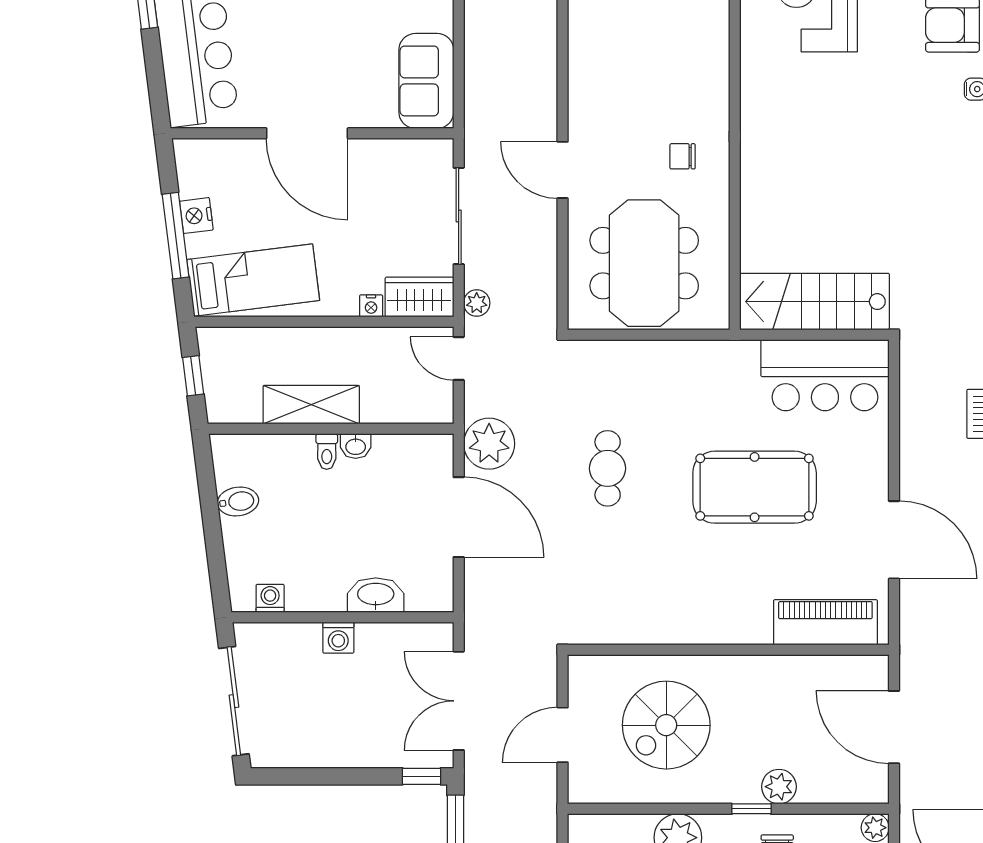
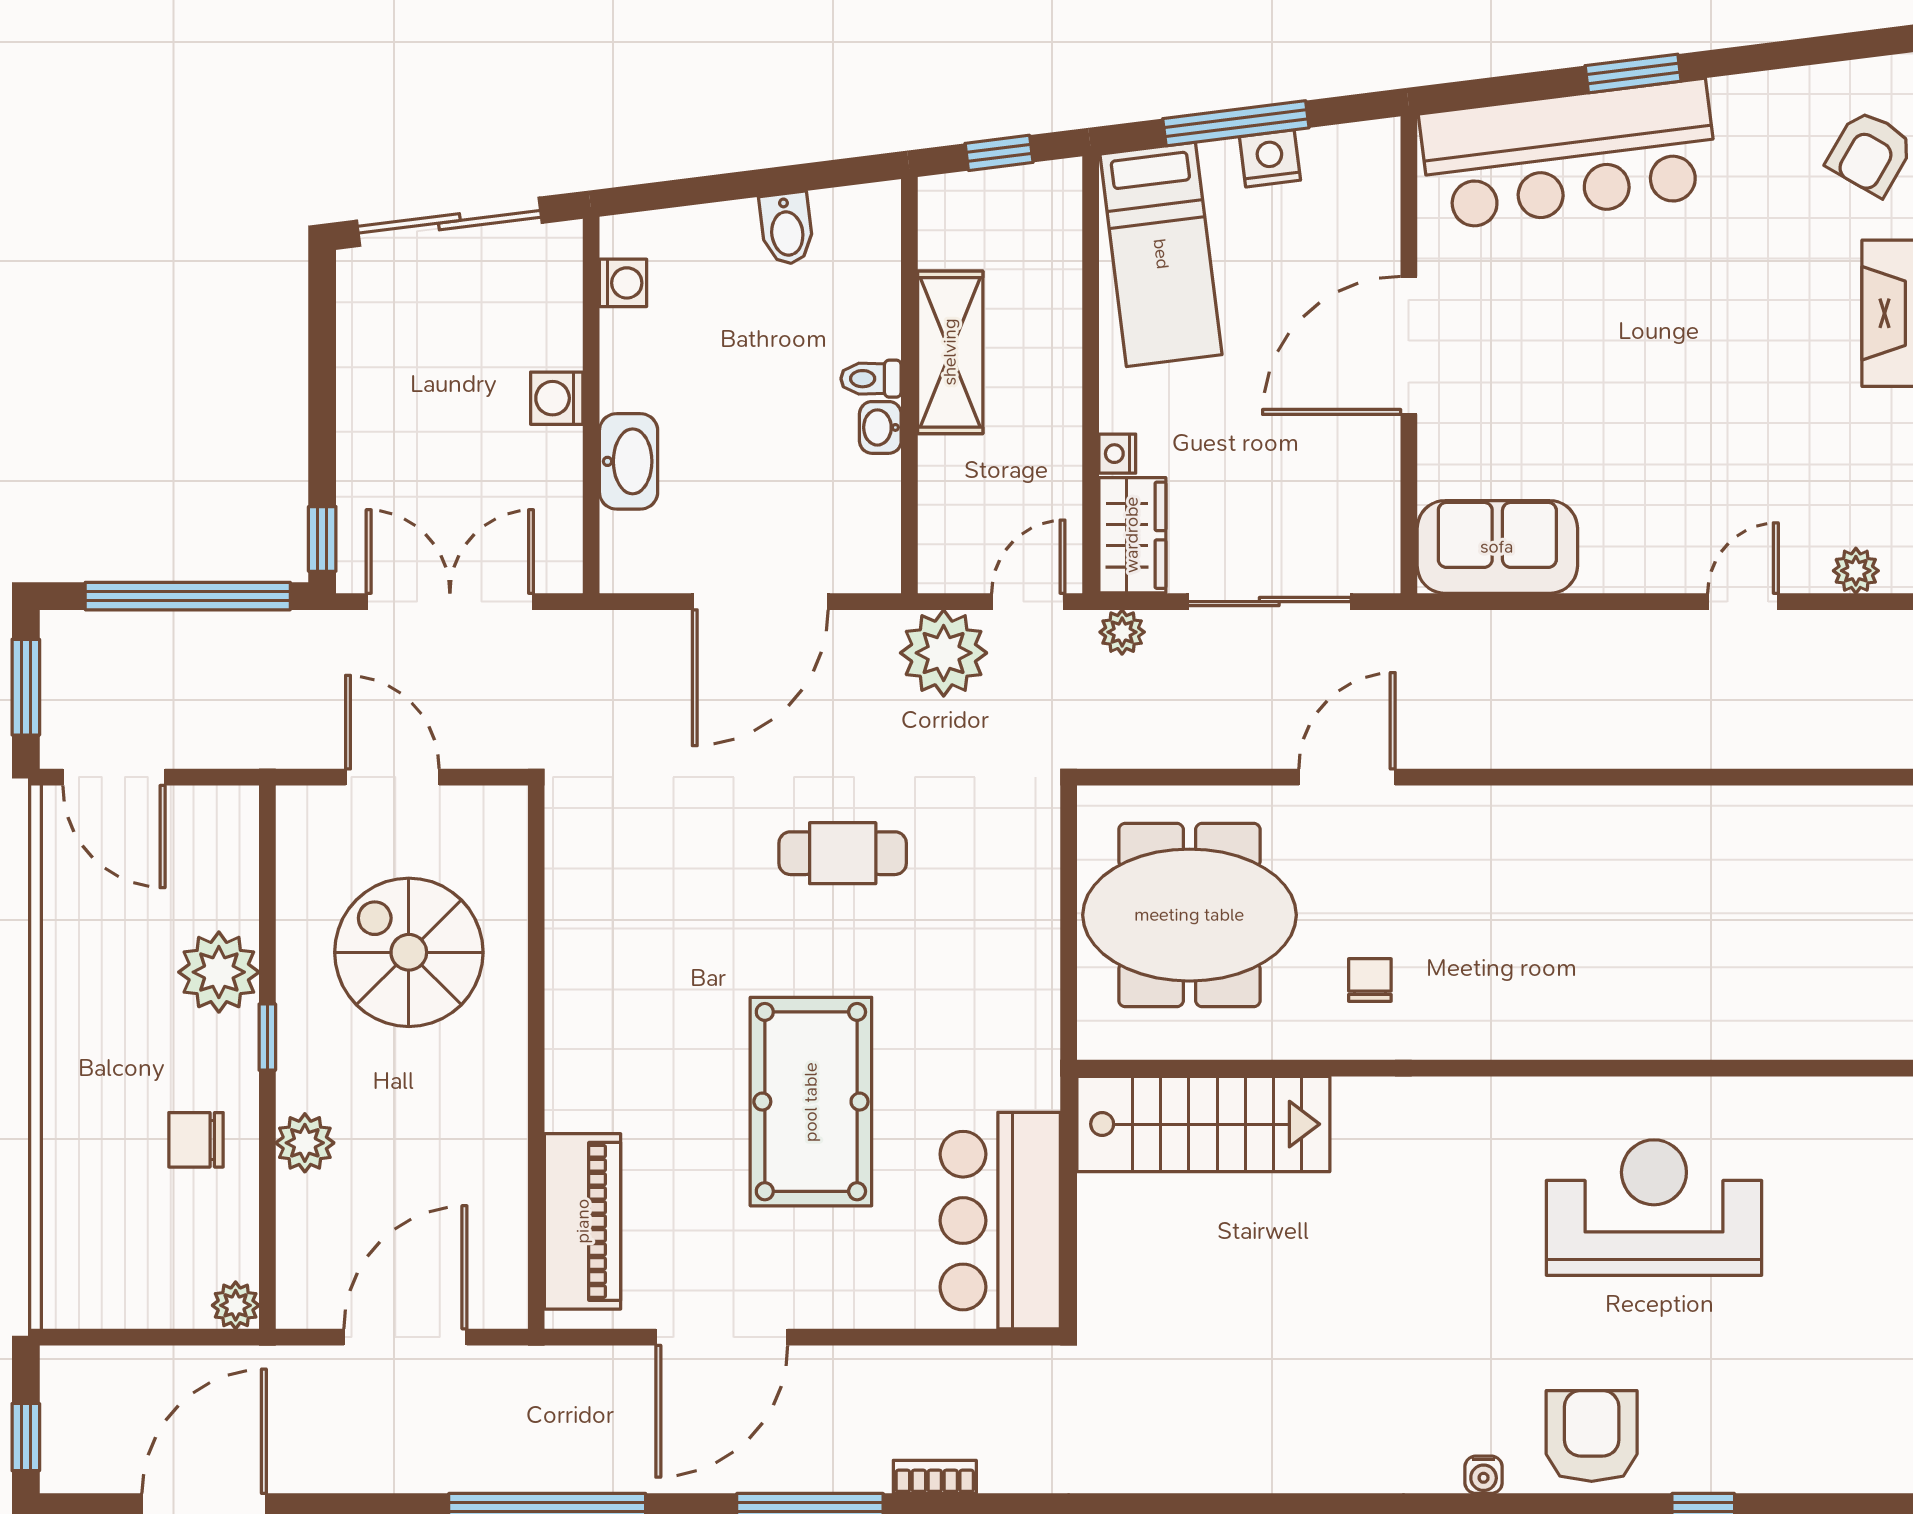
stairs: (814, 302) -> (1203, 1124), moved, turned 90
plant: (489, 444) -> (944, 653), moved
window: (751, 809) -> (267, 1037), moved

